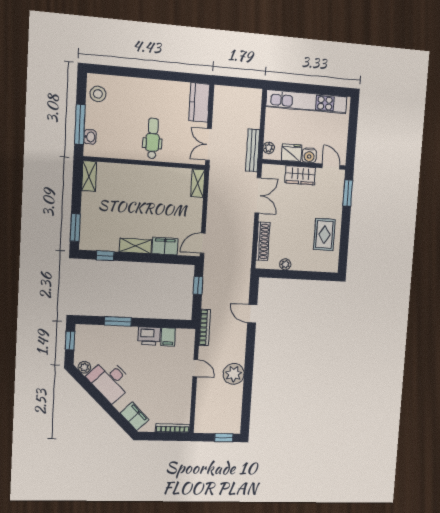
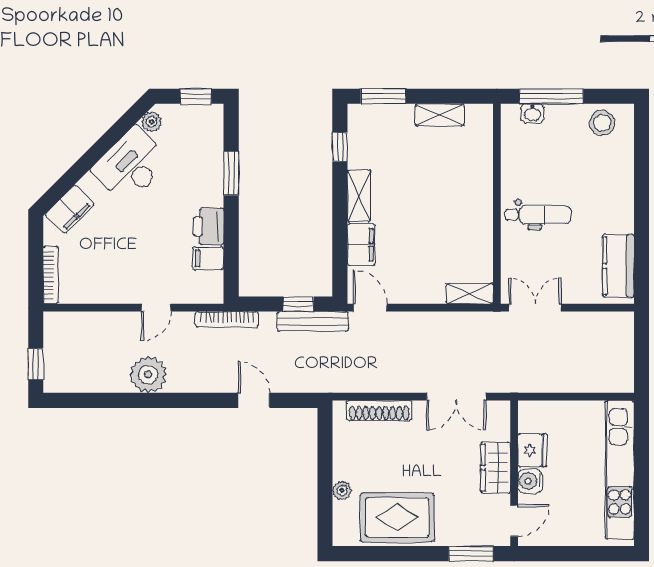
kitchen counter: (199, 103) -> (618, 266), moved, turned -90
plant: (269, 148) -> (537, 410), removed
bench: (253, 150) -> (313, 321), moved
shelving: (89, 176) -> (440, 115), moved
rug: (324, 234) -> (397, 518), width x1.36, depth x1.43
plant: (285, 264) -> (342, 490), moved
door: (252, 314) -> (254, 400), hinge flipped

